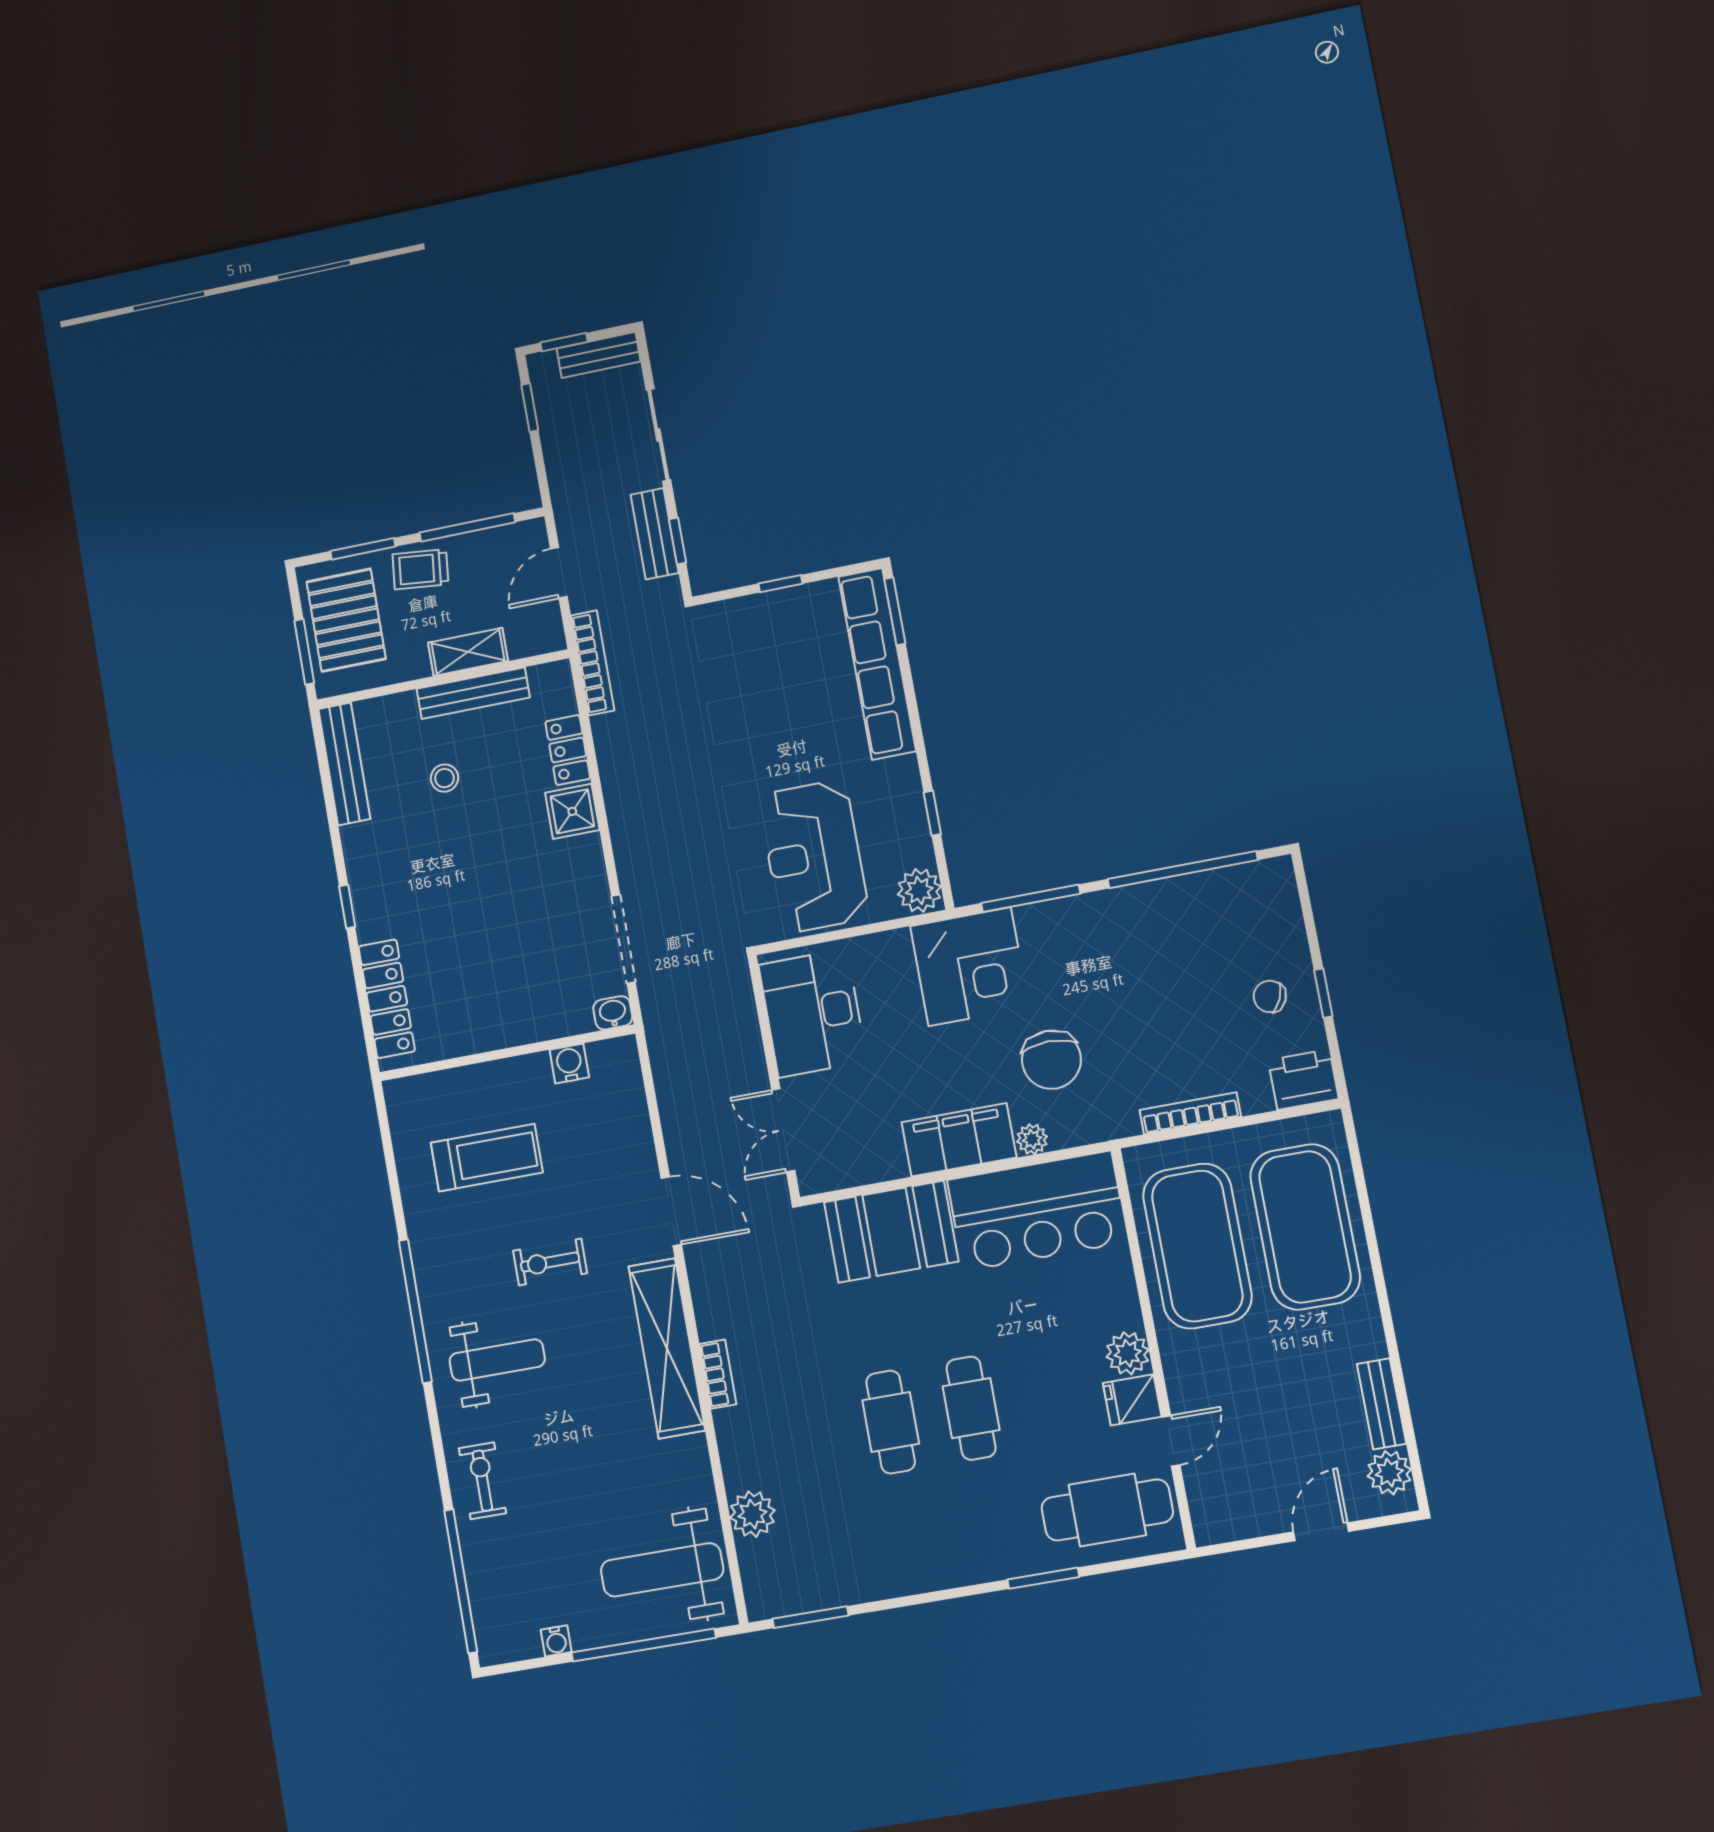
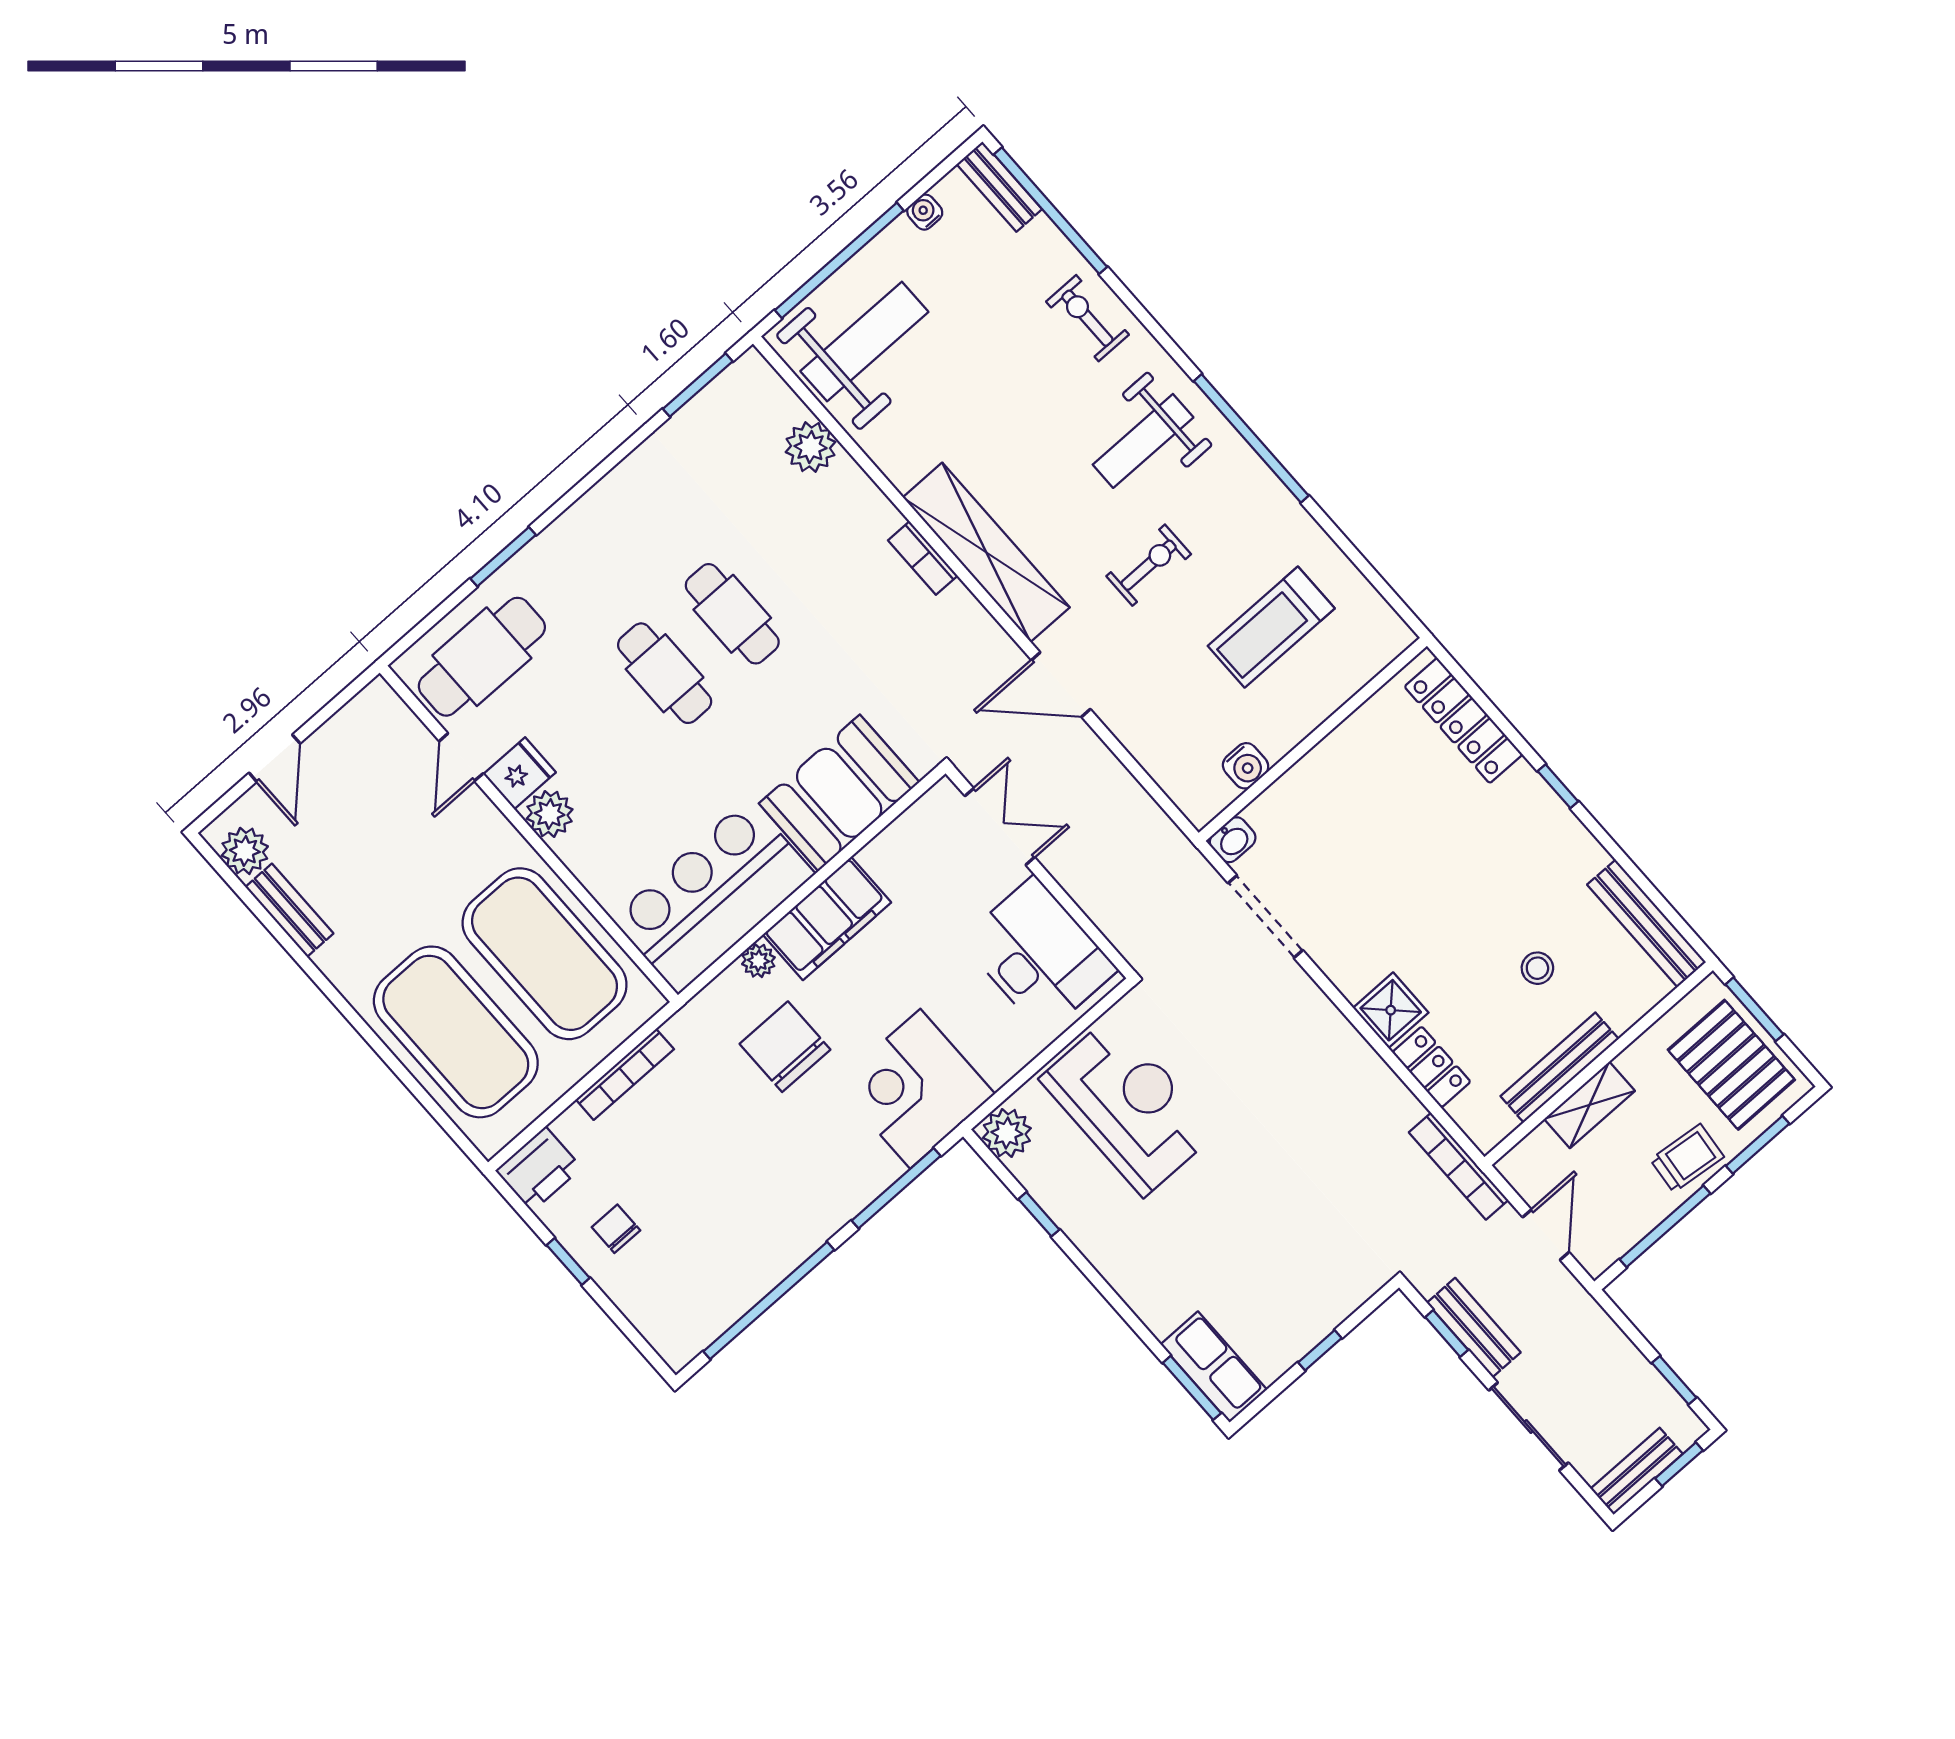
row of seats: (877, 664) -> (1214, 1367), width x0.50
chair: (1270, 996) -> (616, 1229), turned -114
exercise bike: (482, 1481) -> (1087, 318), turned 180
bench: (488, 1624) -> (999, 187), added

